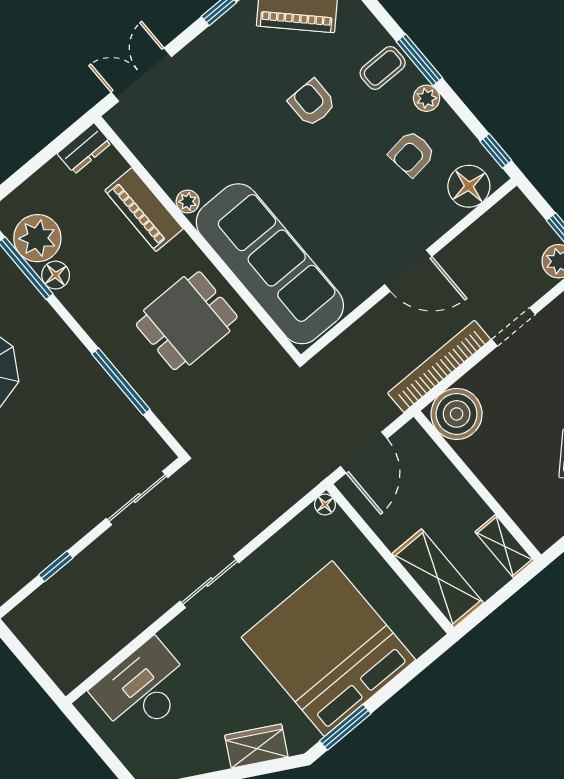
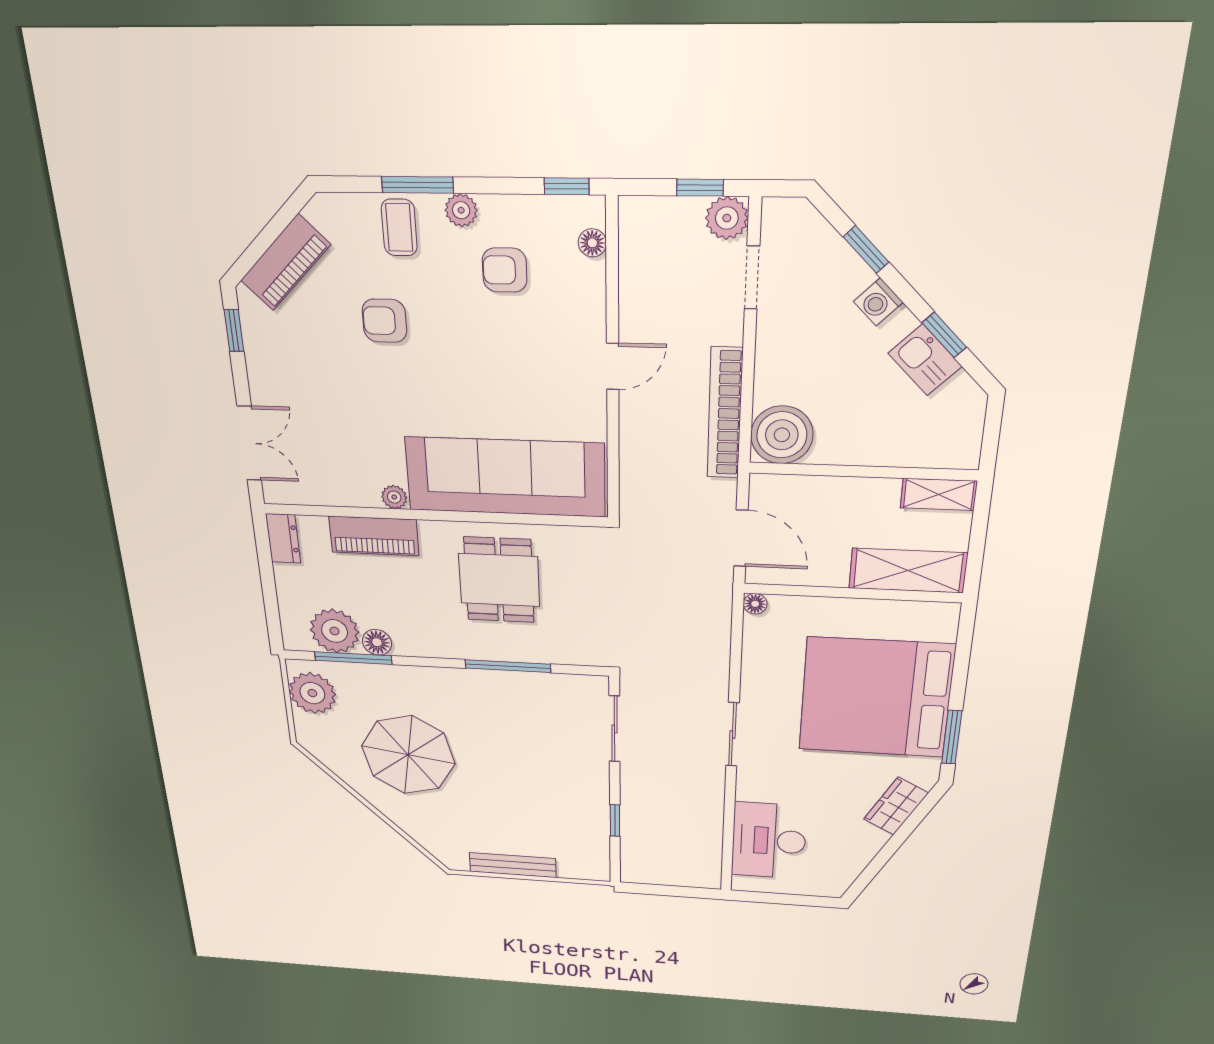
double door: (141, 75) -> (249, 443), swing flipped
armchair: (412, 154) -> (505, 270), turned 97
floor lamp: (469, 186) -> (592, 243), width x0.53, depth x0.53
door: (408, 271) -> (613, 366), width x0.73
doorway: (513, 327) -> (752, 278), moved

